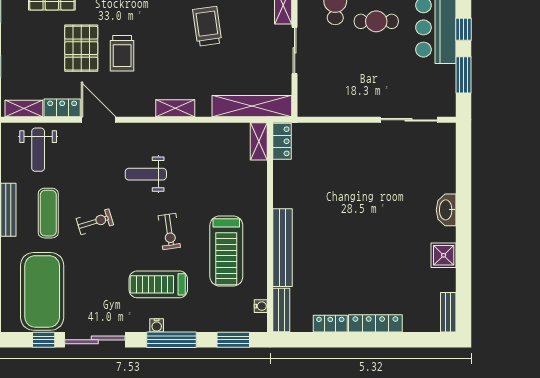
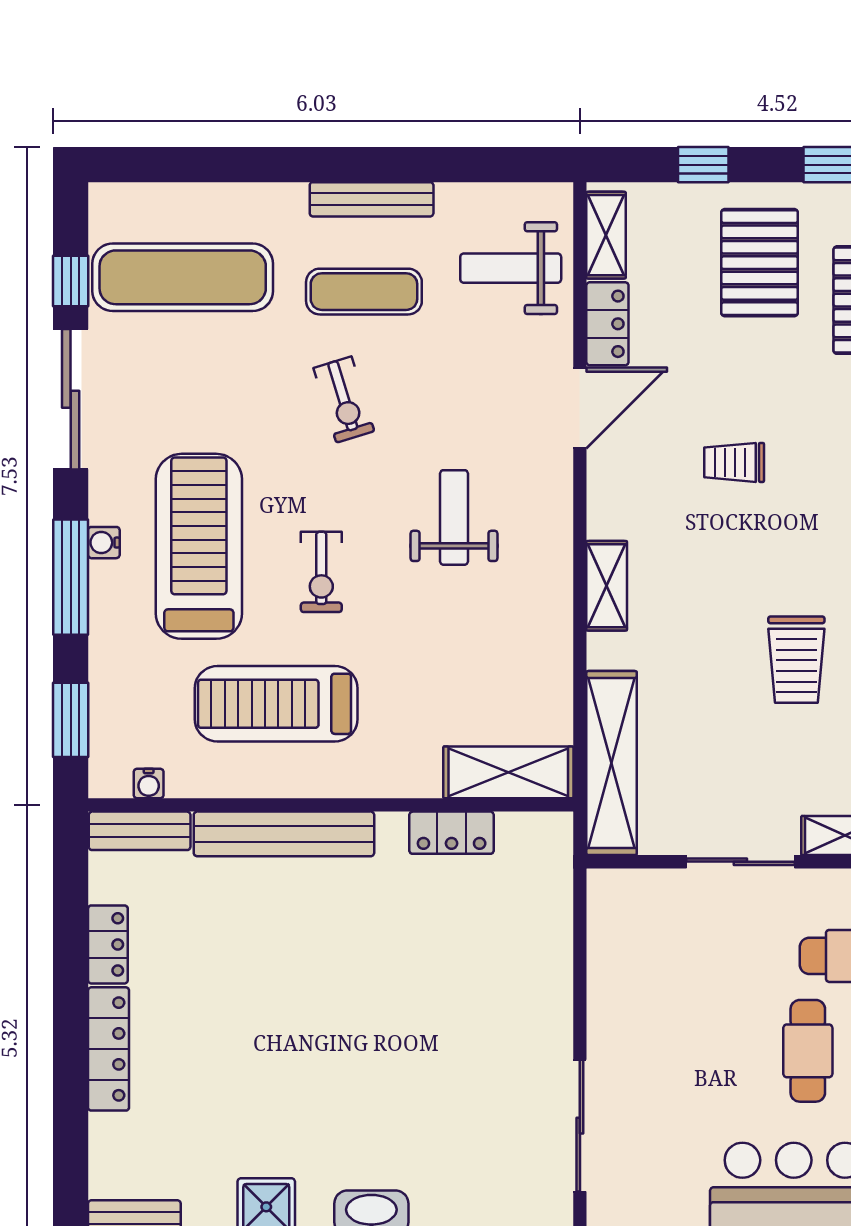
trolley: (207, 26) -> (796, 660), turned 98
pallet: (81, 48) -> (760, 263), moved, turned 90
trolley: (122, 53) -> (734, 462), width x0.73, depth x0.72
shelving: (259, 141) -> (508, 772), width x1.50, depth x1.33
locker: (282, 141) -> (452, 833), moved
exercise bike: (169, 232) -> (321, 572), turned -82
treadmill: (158, 284) -> (199, 546), width x1.37, depth x1.38
exercise mat: (42, 291) -> (183, 277), width x0.68

